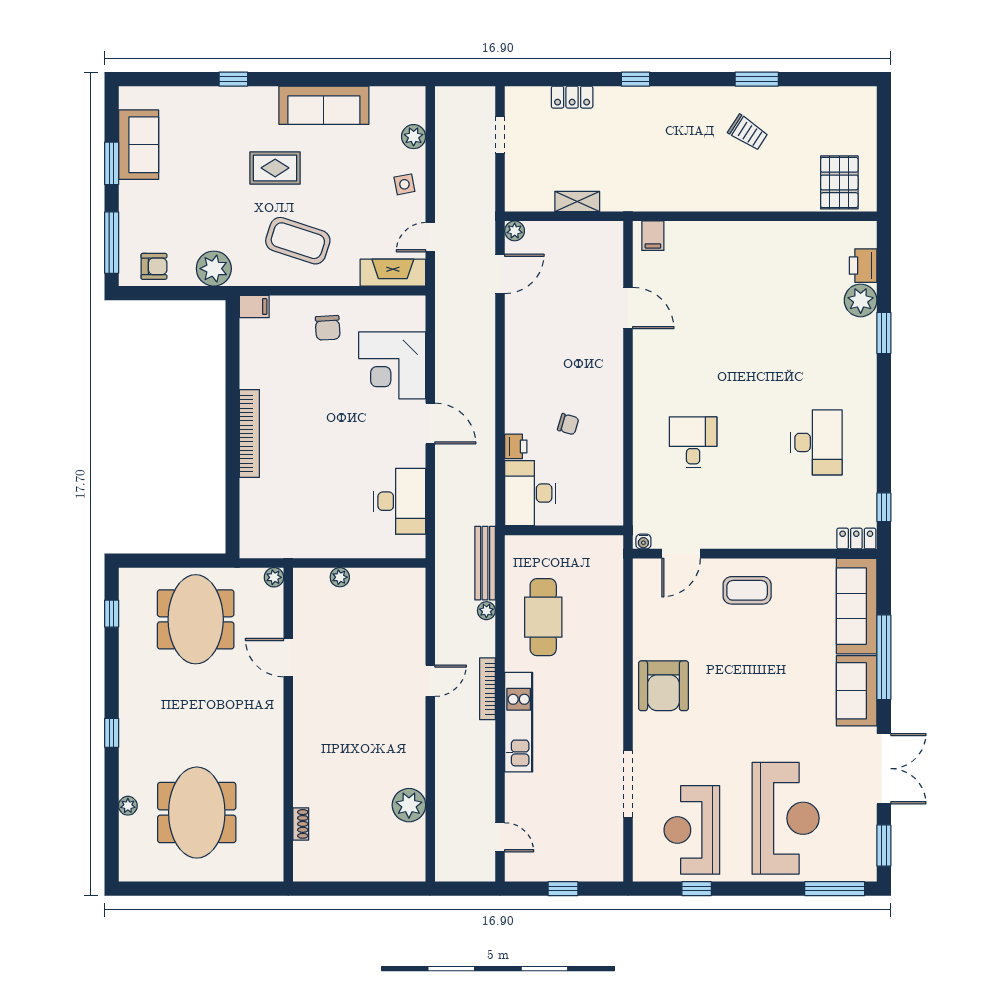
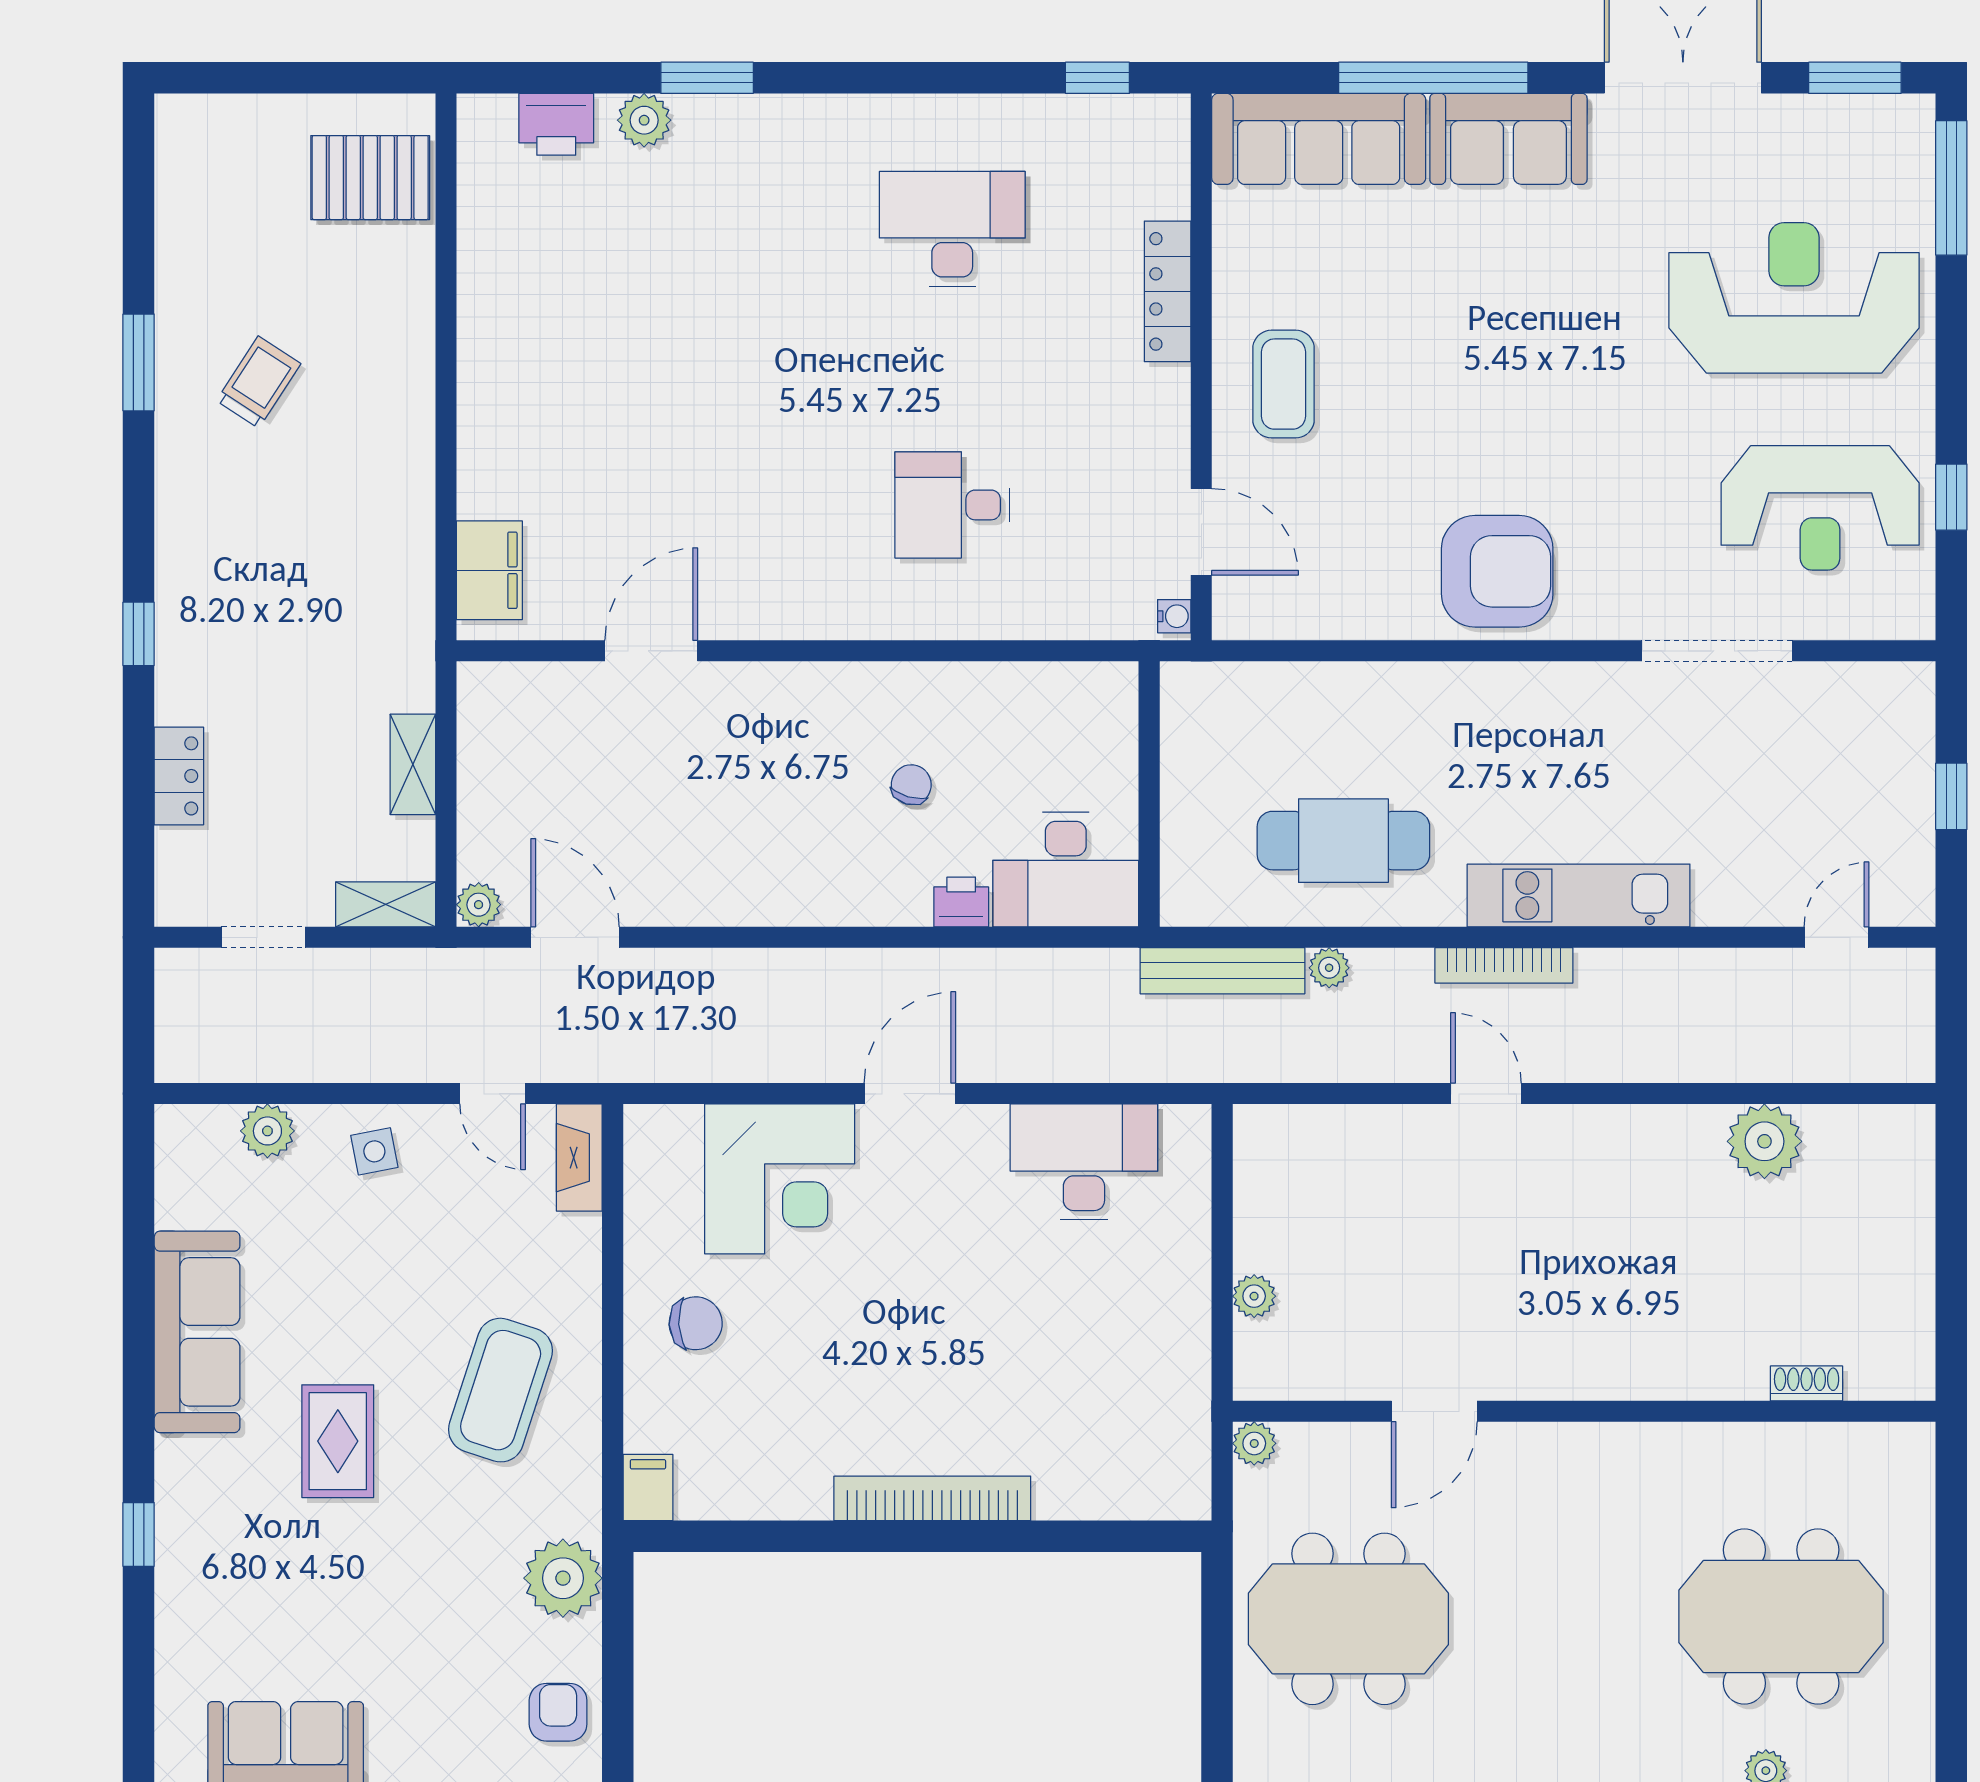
shelving: (515, 189) -> (386, 904), added
filing cabinet: (653, 236) -> (489, 570), width x2.00
fireplace: (393, 273) -> (579, 1158), width x0.73, depth x0.76
plant: (861, 300) -> (644, 120), width x0.73, depth x0.73
locker: (856, 539) -> (1168, 291), moved, width x1.53

